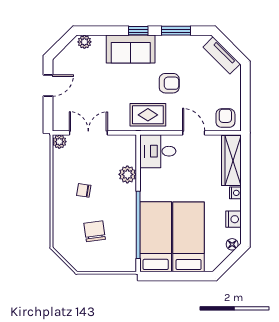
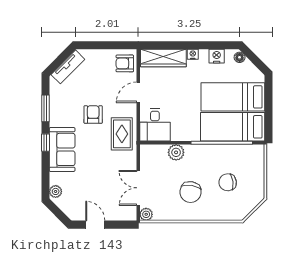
chair: (84, 190) -> (190, 192), width x1.87, depth x1.87

